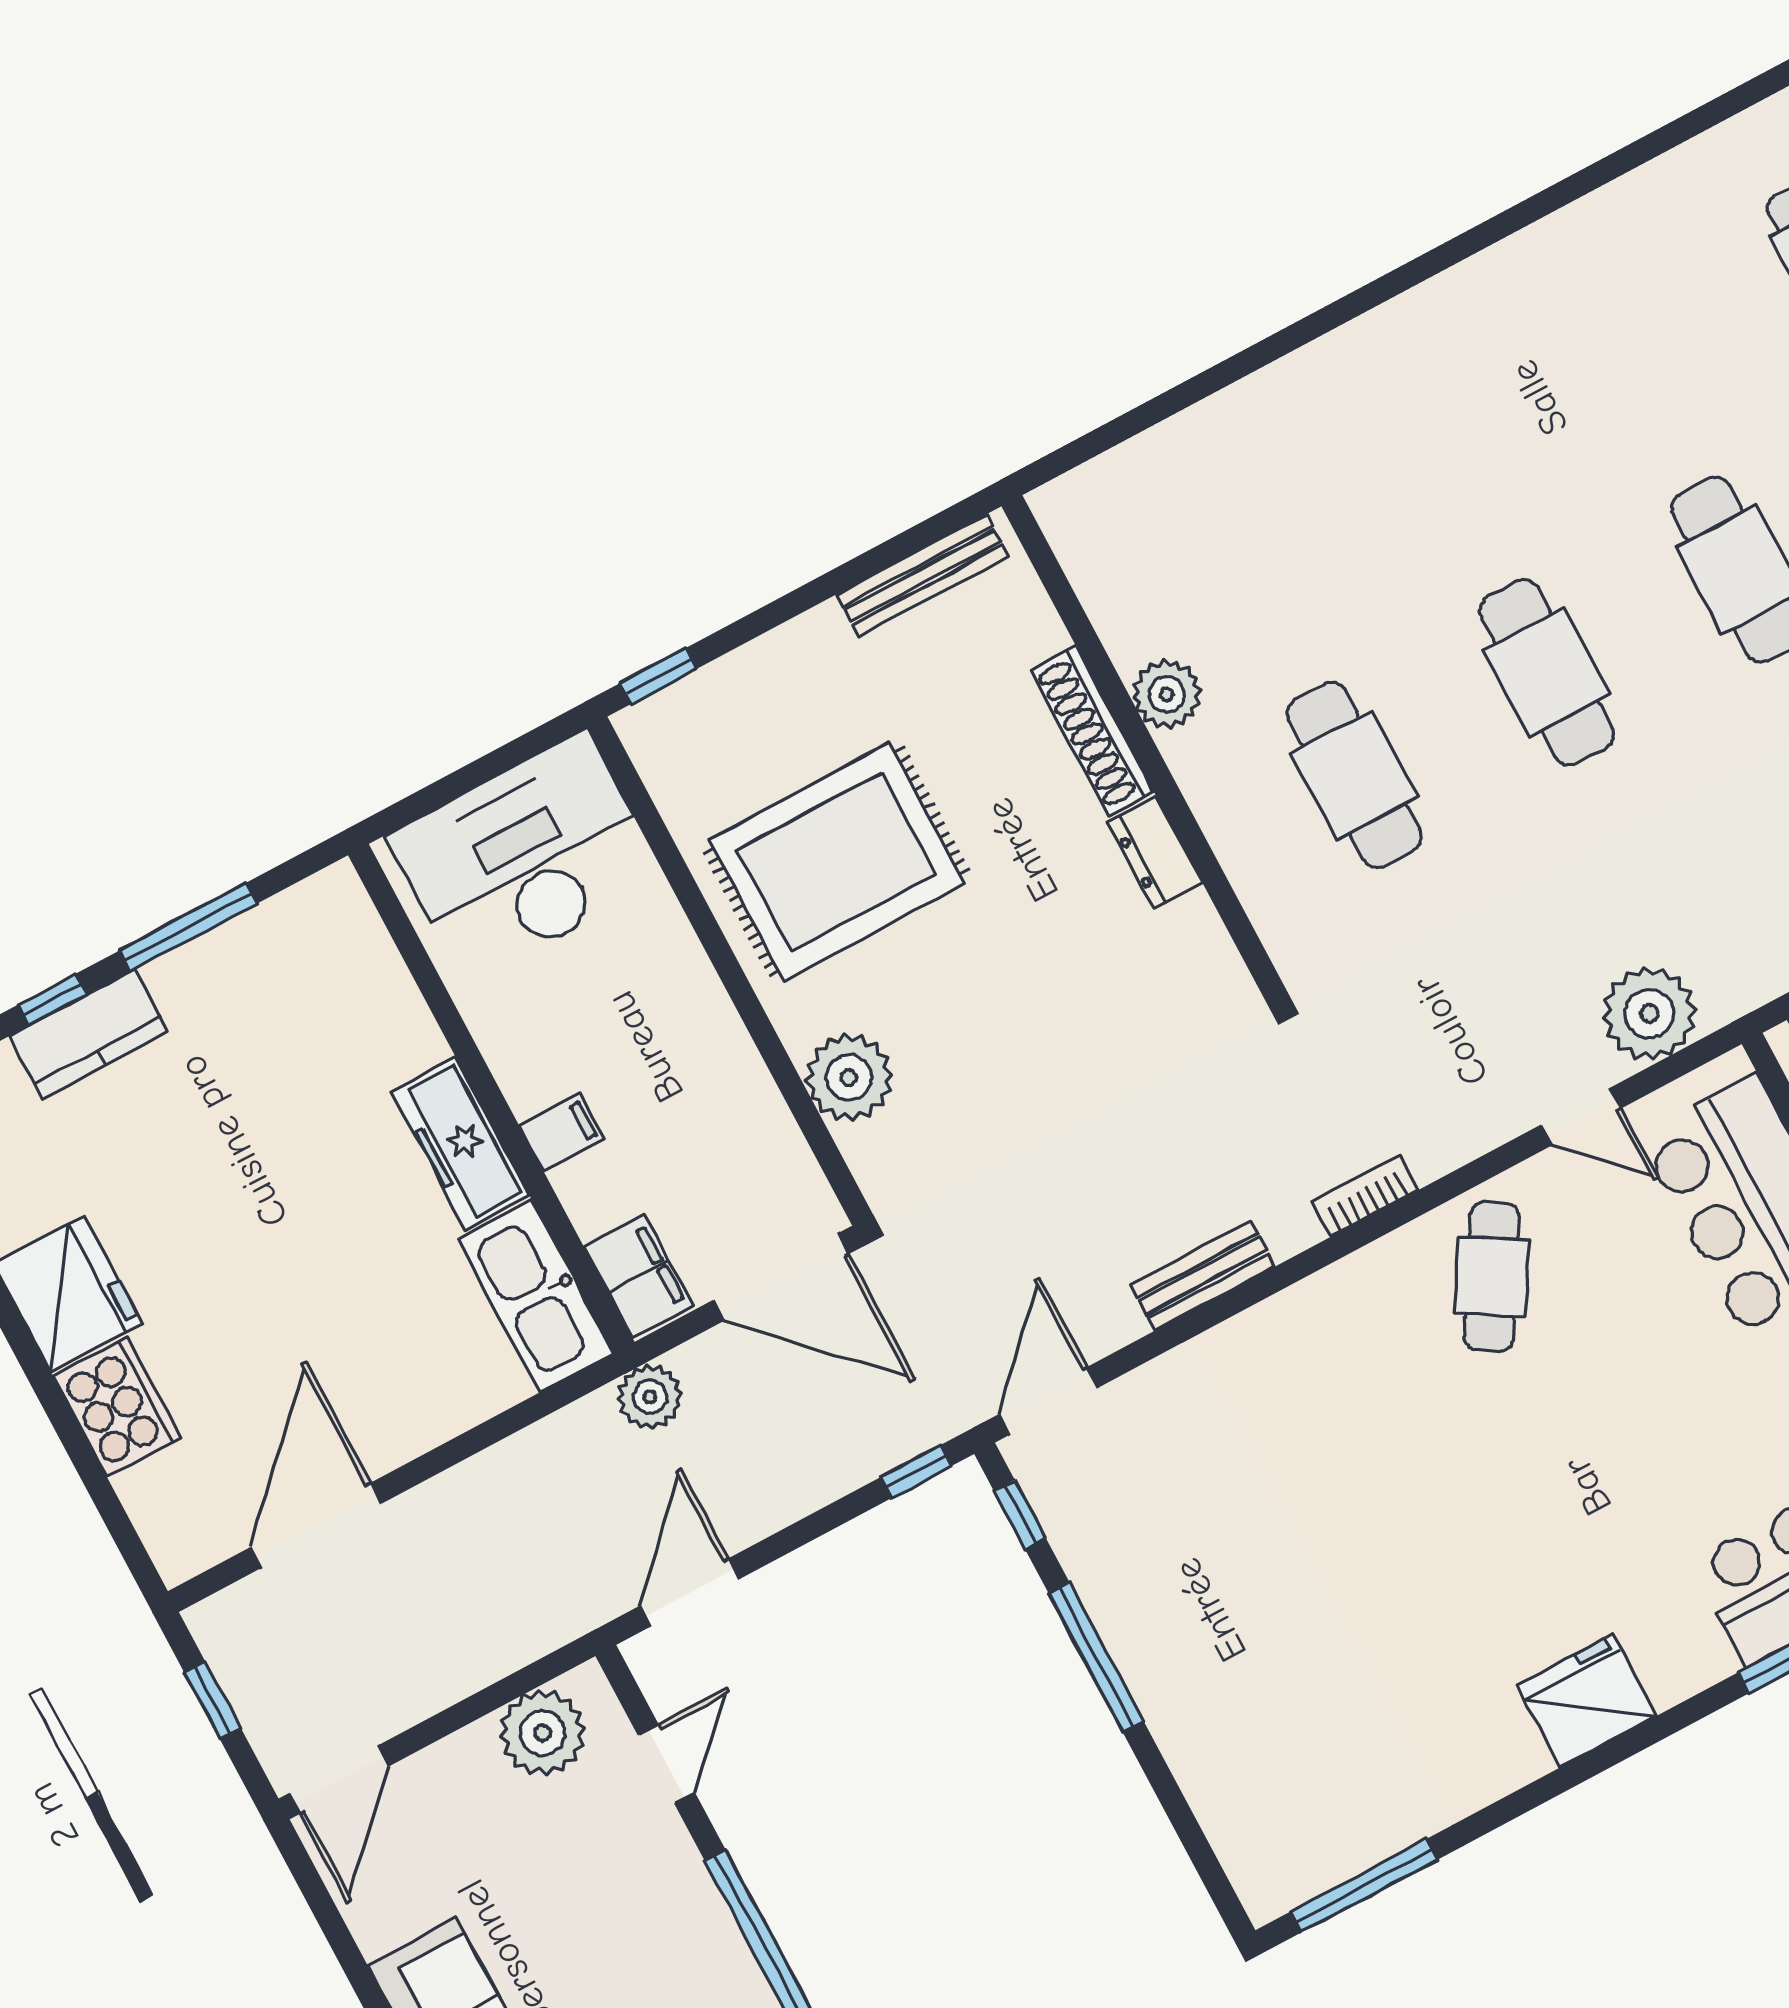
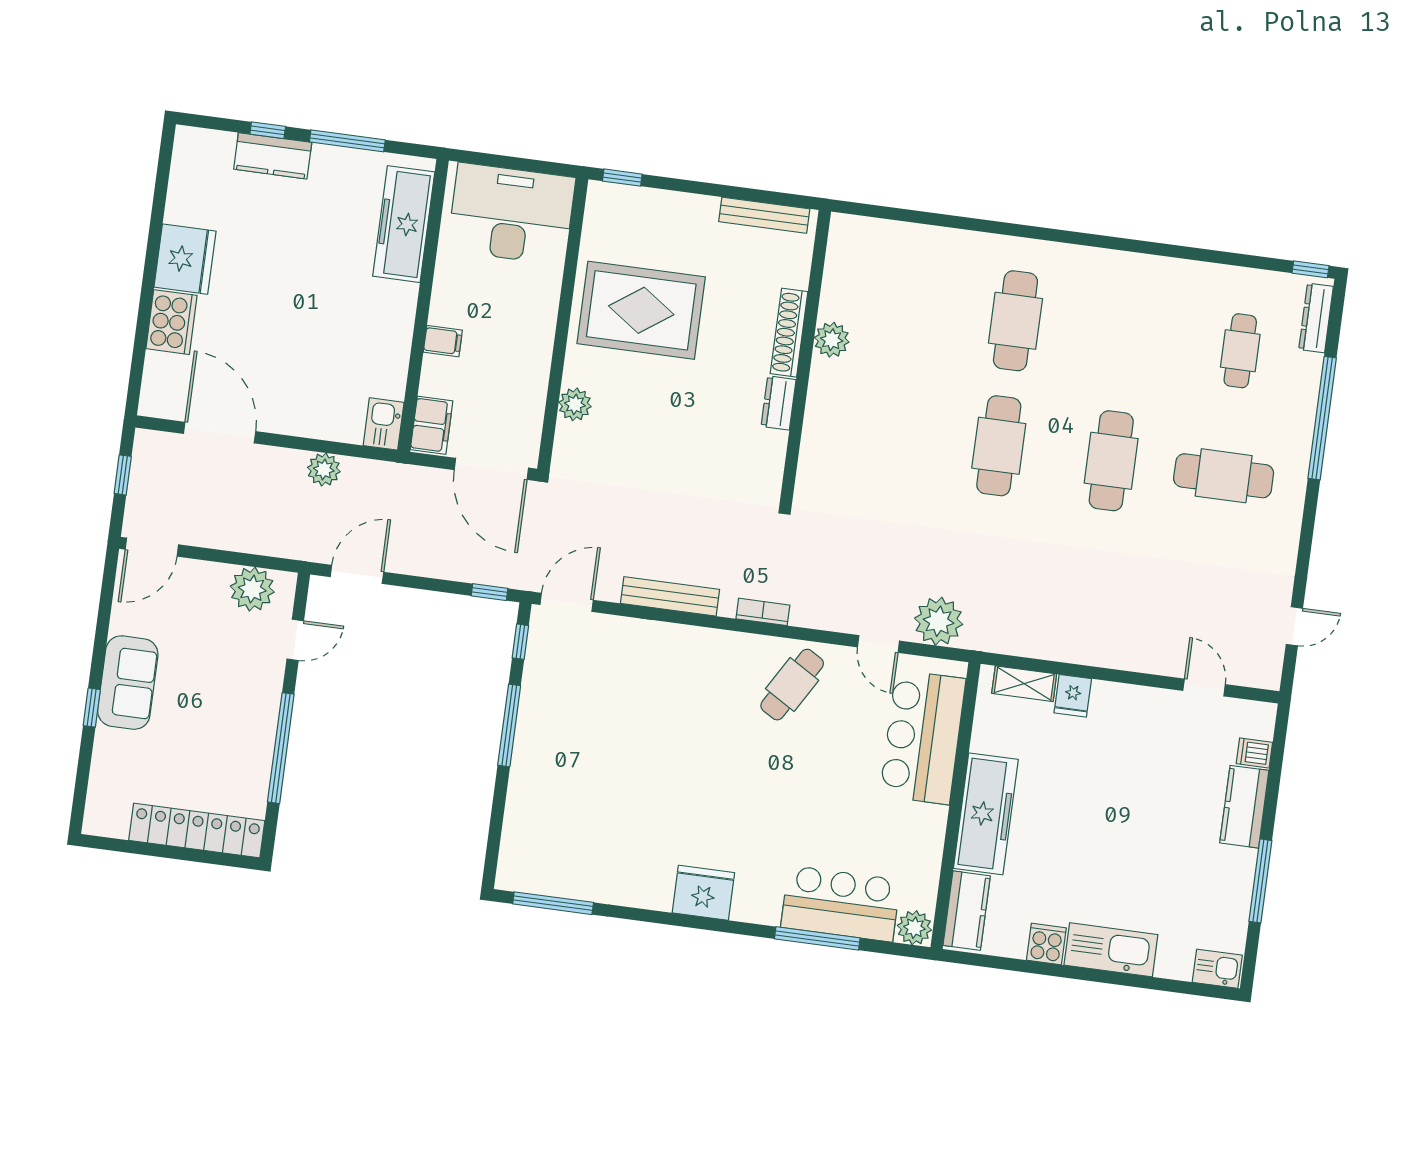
cafe table: (1354, 775) -> (1015, 321), moved
plant: (849, 1078) -> (575, 404), width x0.73, depth x0.73
freezer: (460, 1143) -> (404, 224), moved, width x1.36, depth x1.26
bench: (1202, 1276) -> (670, 596), width x1.36
kitchen sink: (536, 1296) -> (384, 424), width x0.53, depth x0.81
plant: (650, 1397) -> (324, 469), moved
door: (316, 1525) -> (220, 433), hinge flipped

